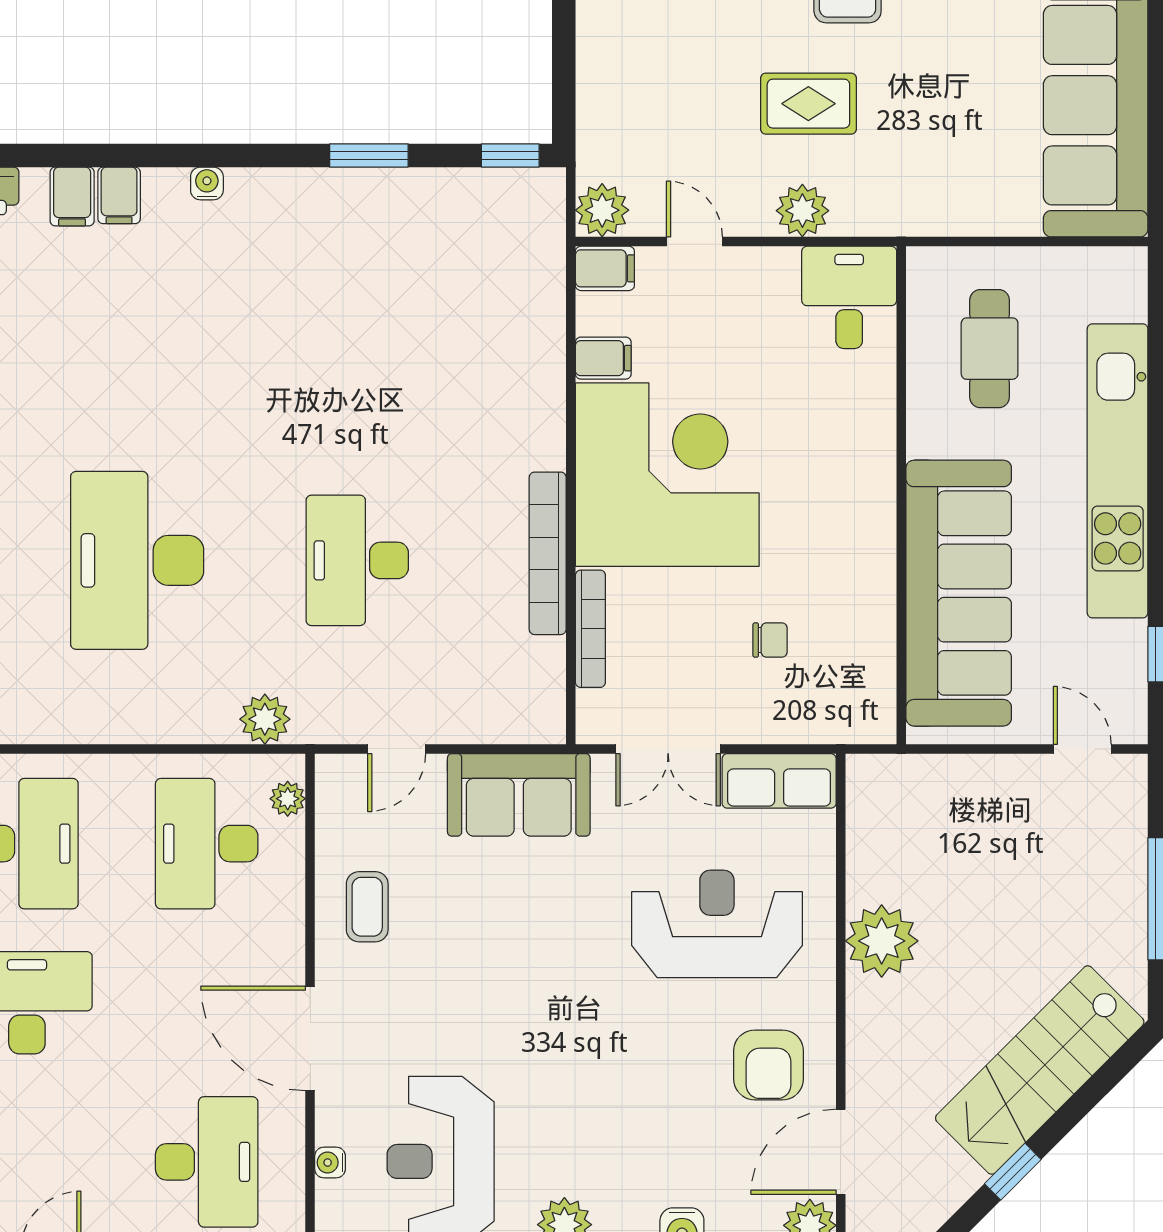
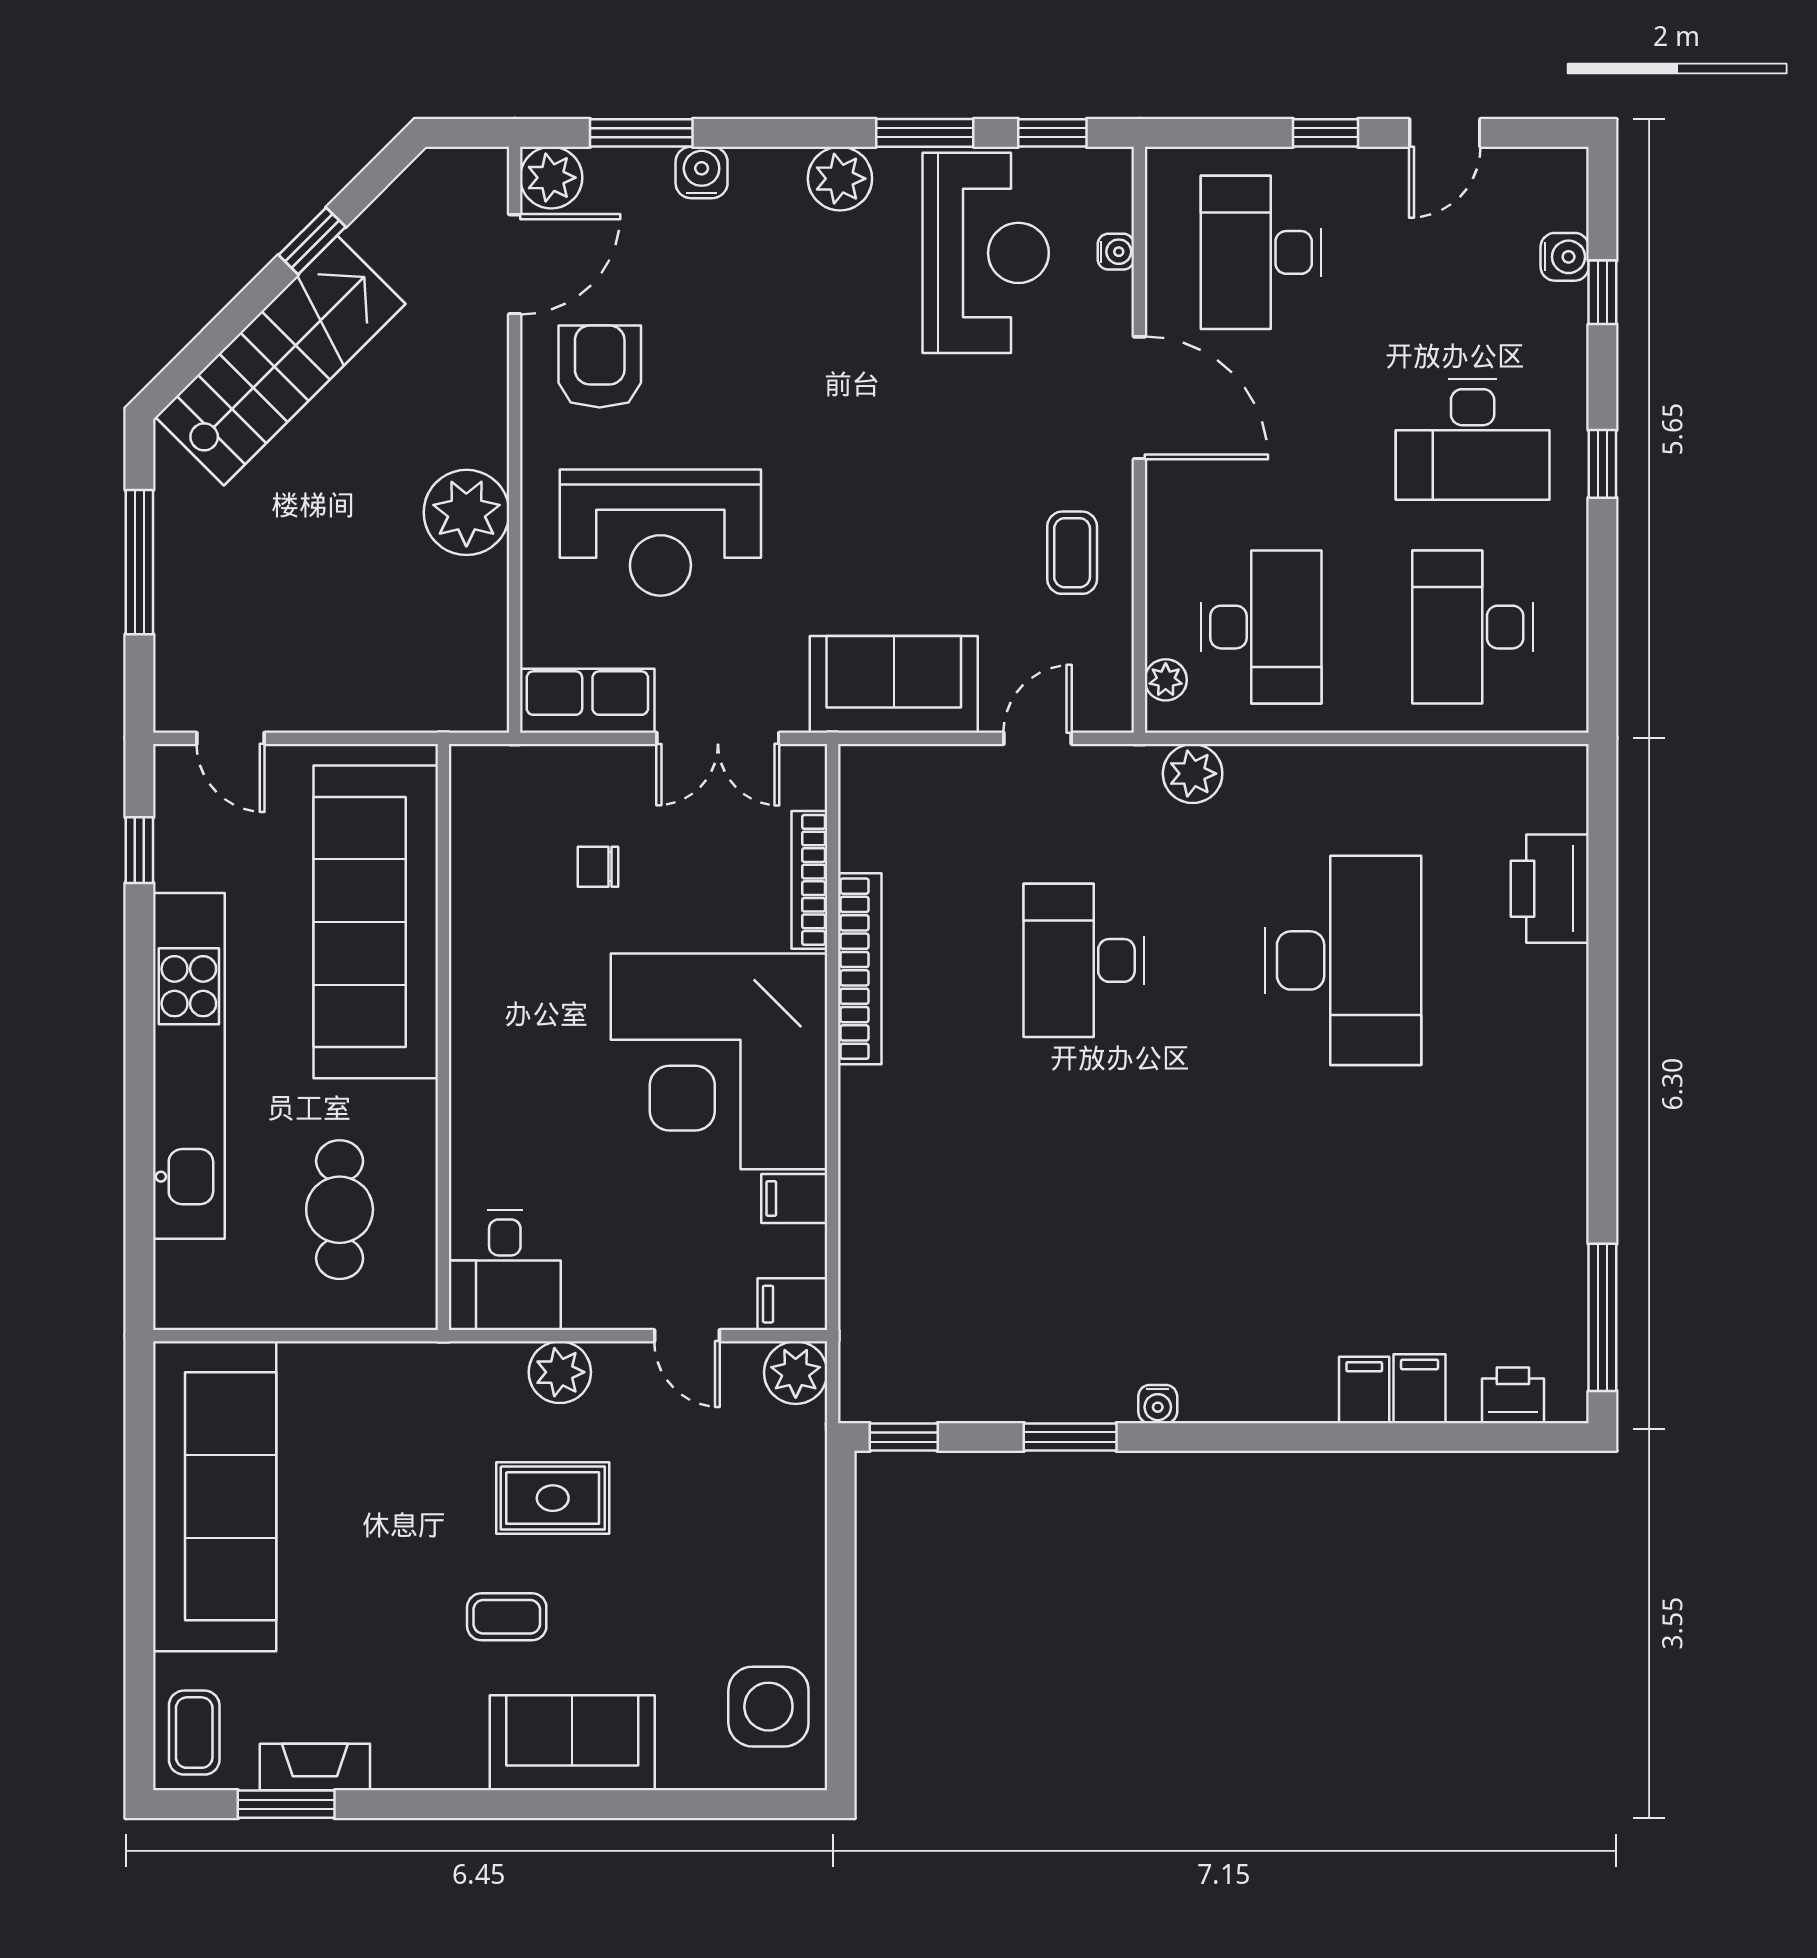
water cooler: (207, 183) -> (1158, 1404), moved
desk: (357, 560) -> (1084, 960), turned 180
double door: (668, 749) -> (718, 738), swing flipped

